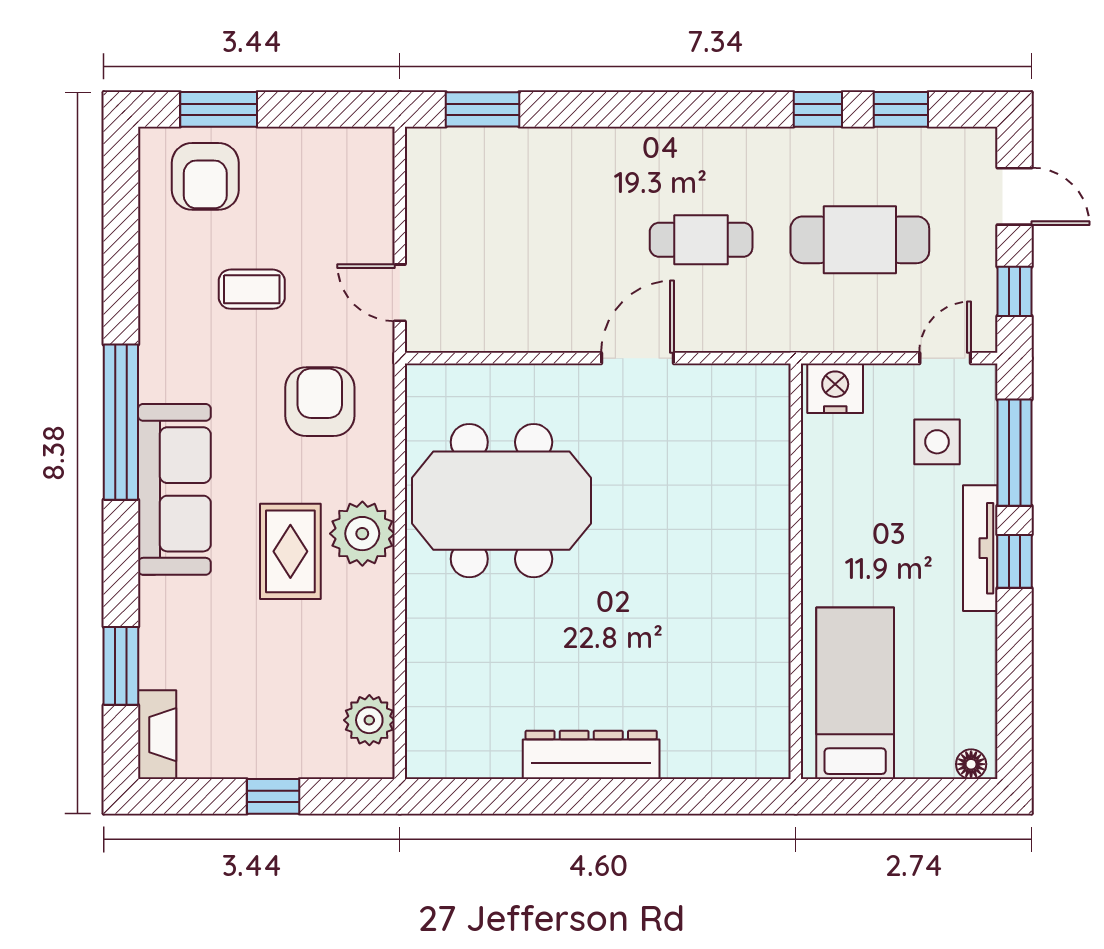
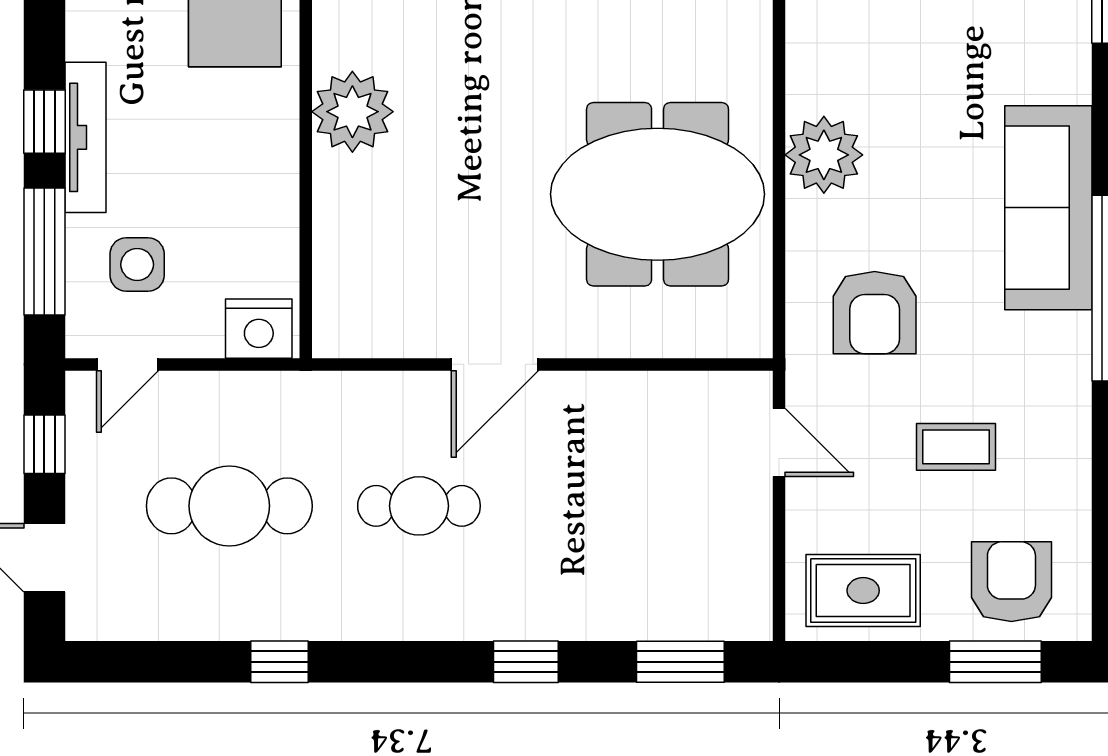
window: (901, 109) -> (526, 662), moved
rug: (290, 551) -> (863, 591), moved, turned 90
plant: (757, 570) -> (352, 112), added

